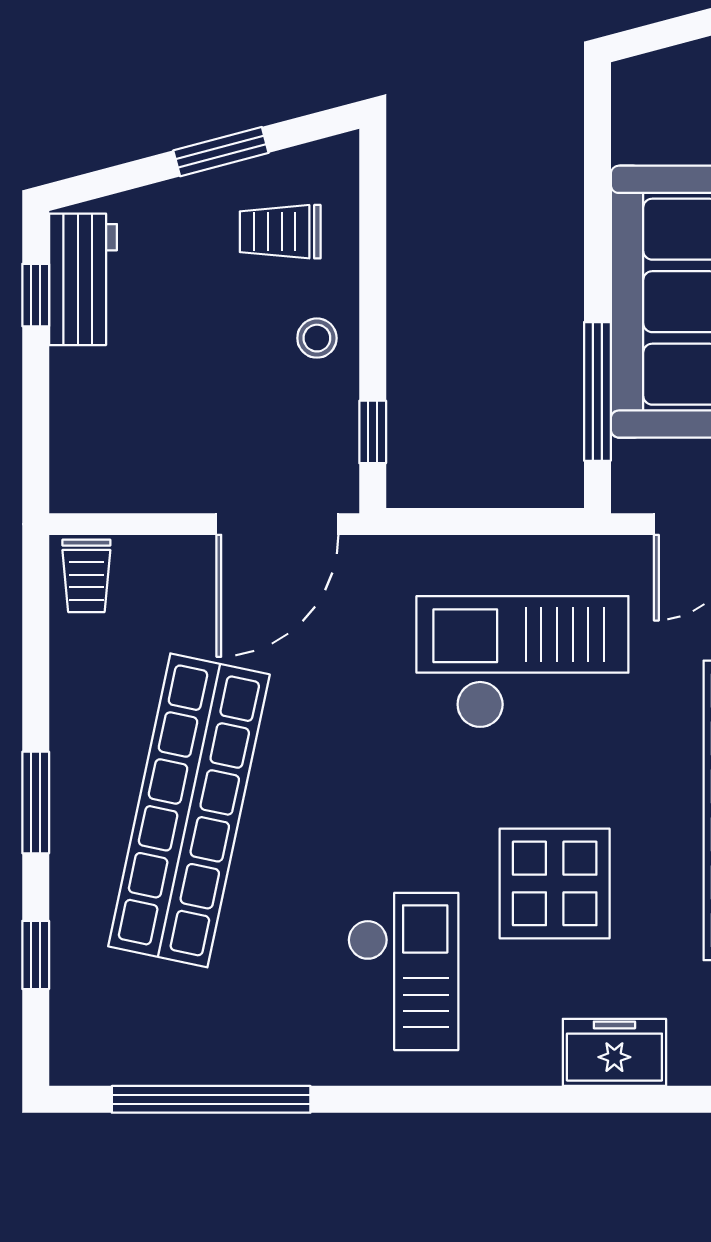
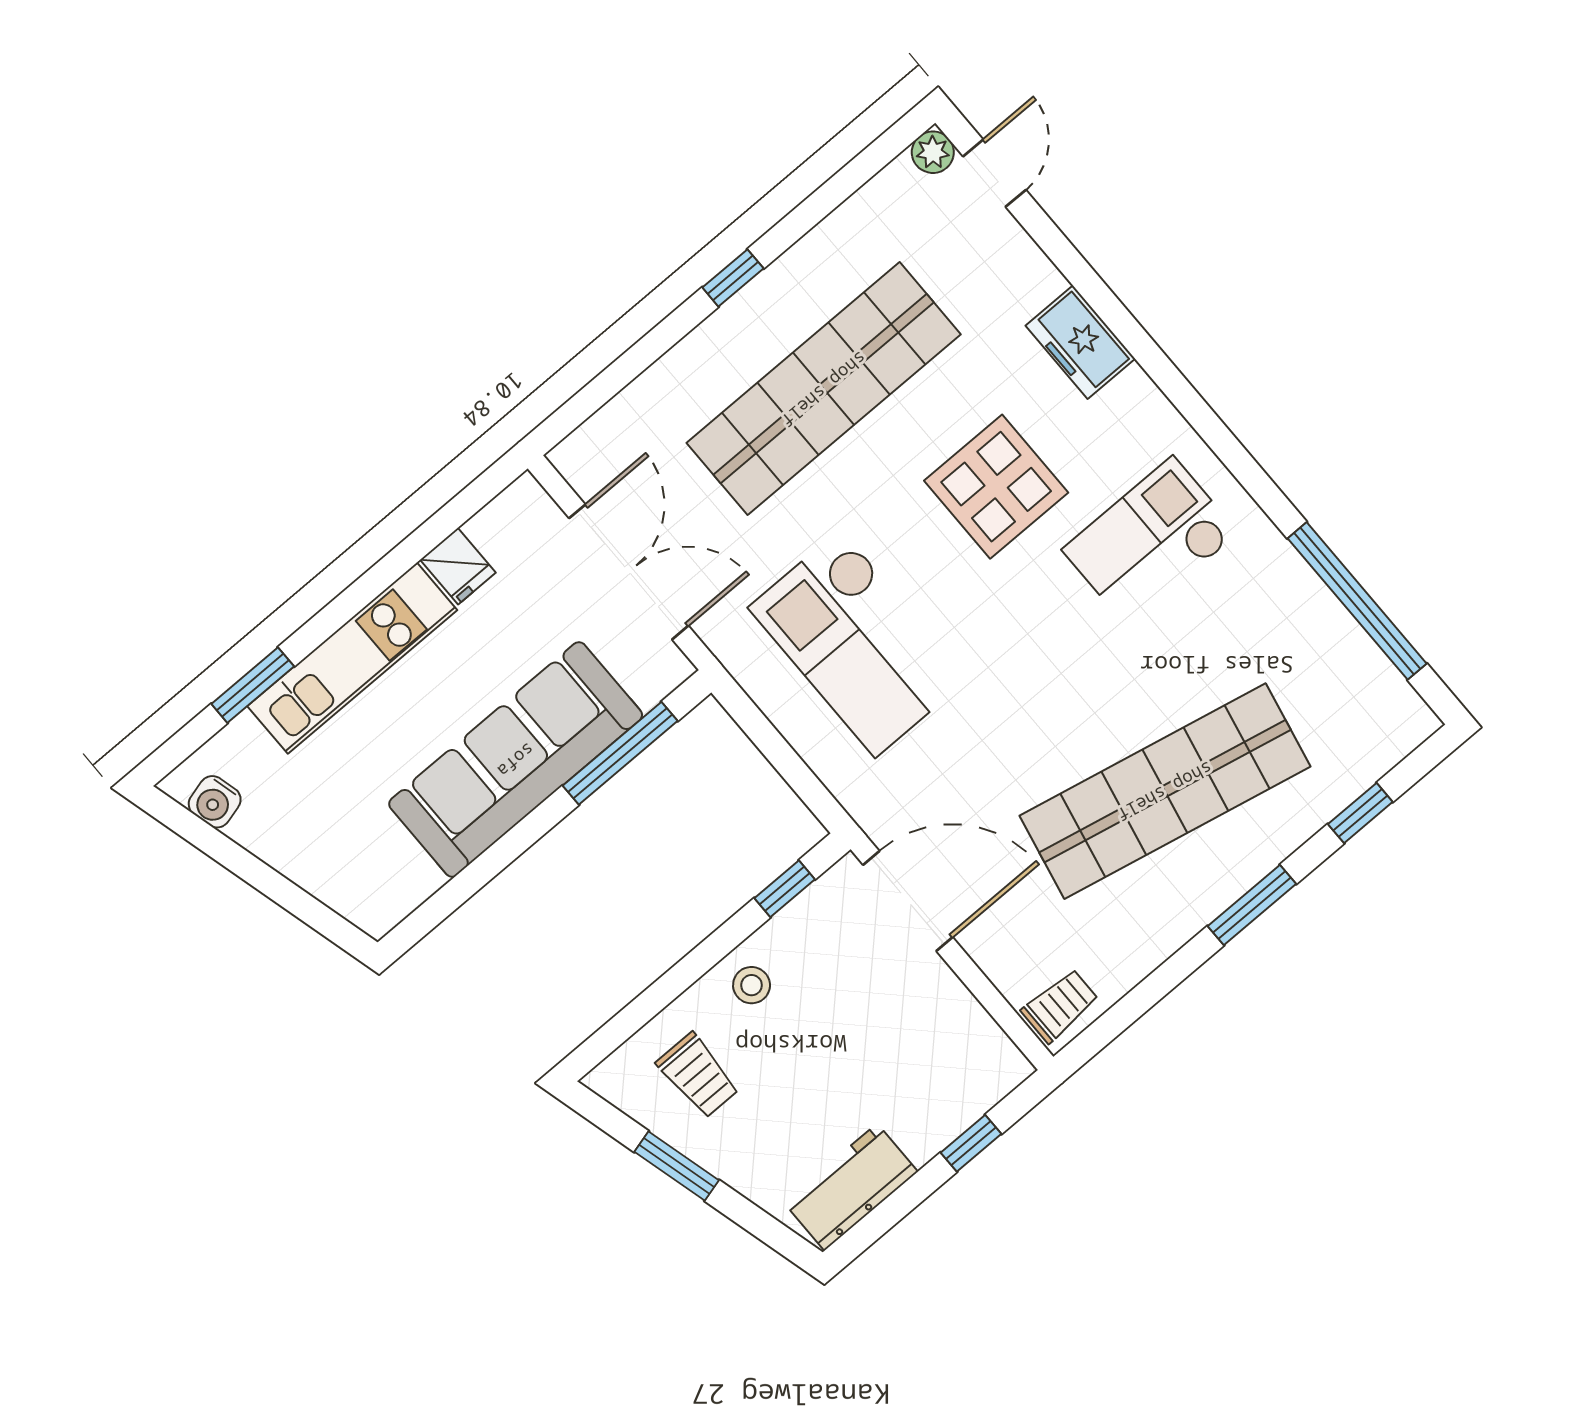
window: (36, 295) -> (971, 1143), moved

